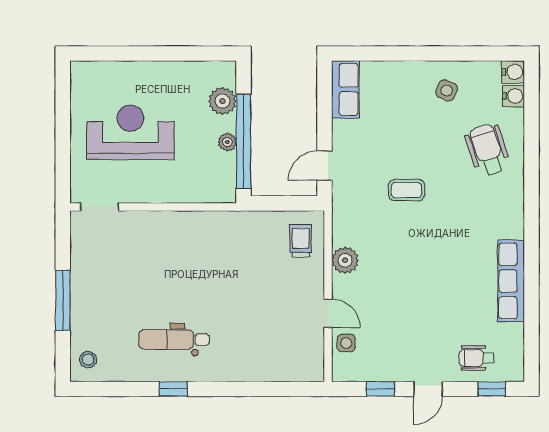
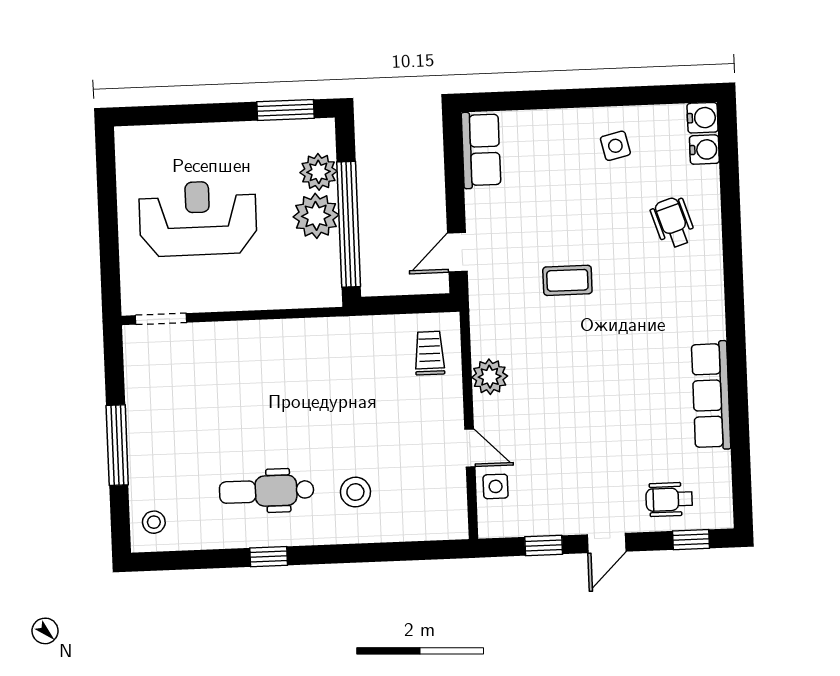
window: (200, 54) -> (286, 110), added
side table: (447, 90) -> (615, 146), turned -36
plant: (227, 142) -> (316, 216), width x1.87, depth x1.87
wheelchair: (488, 150) -> (673, 222), width x0.73, depth x0.73
stool: (241, 343) -> (355, 492), added

